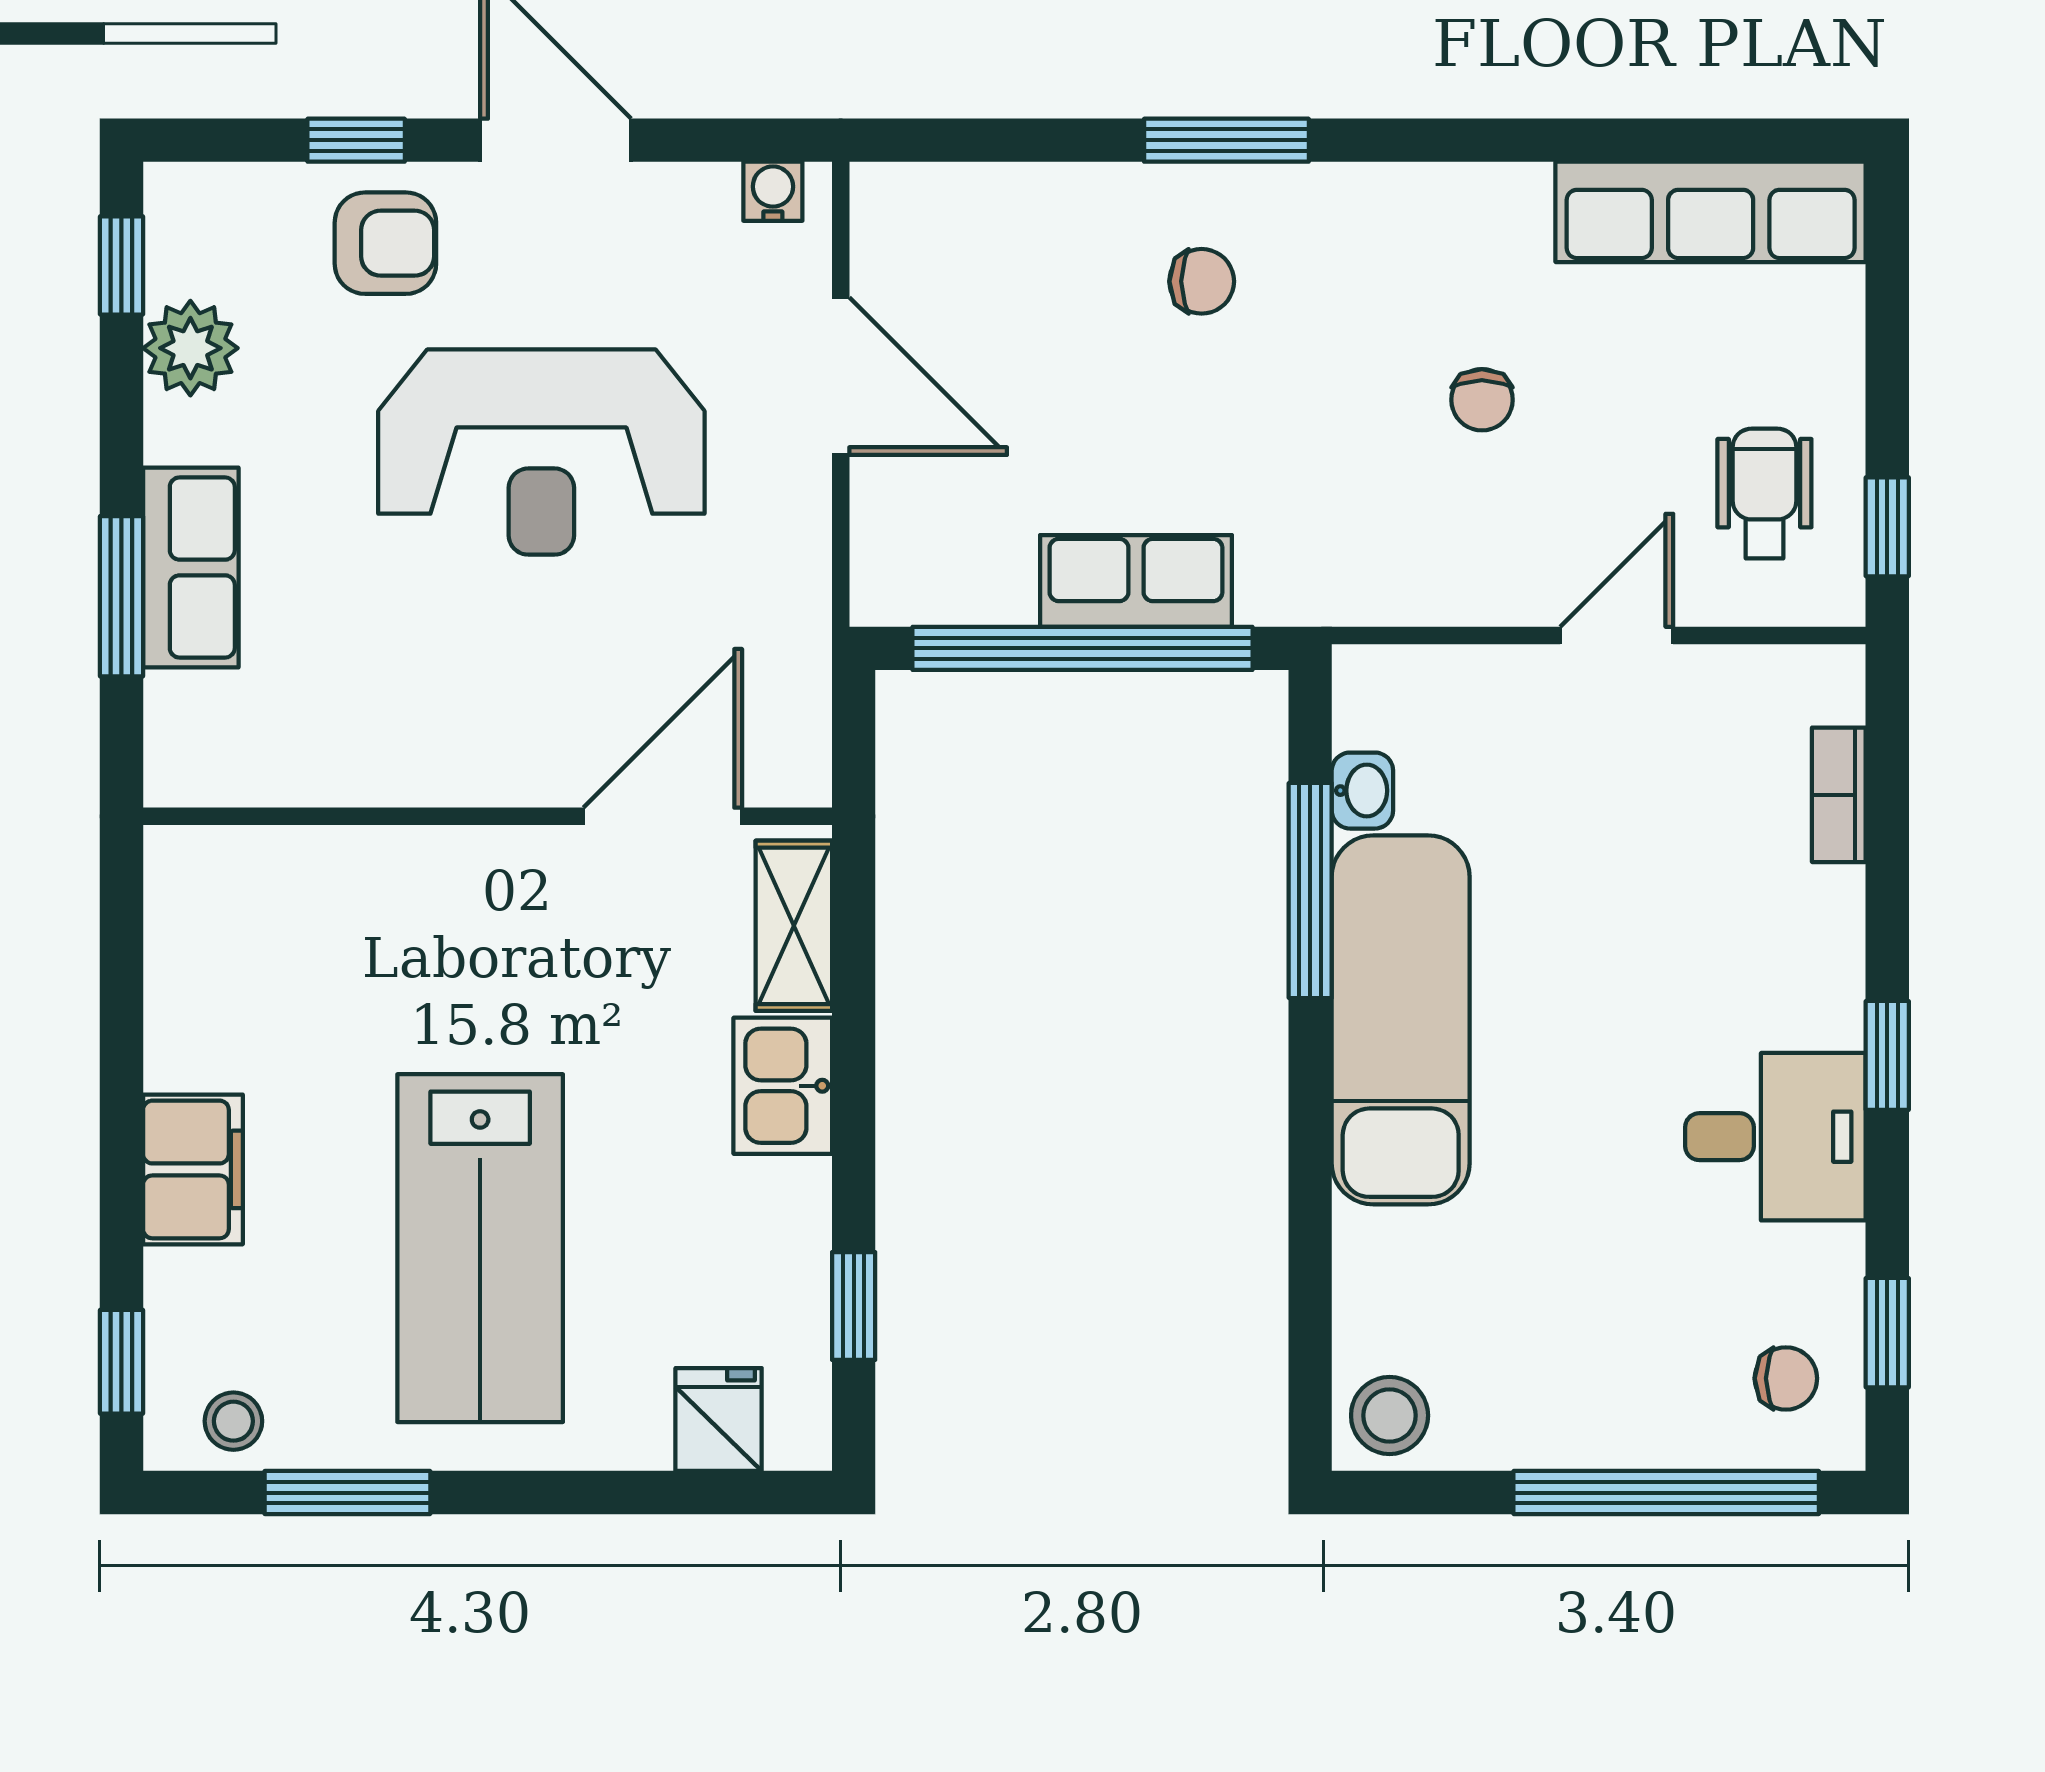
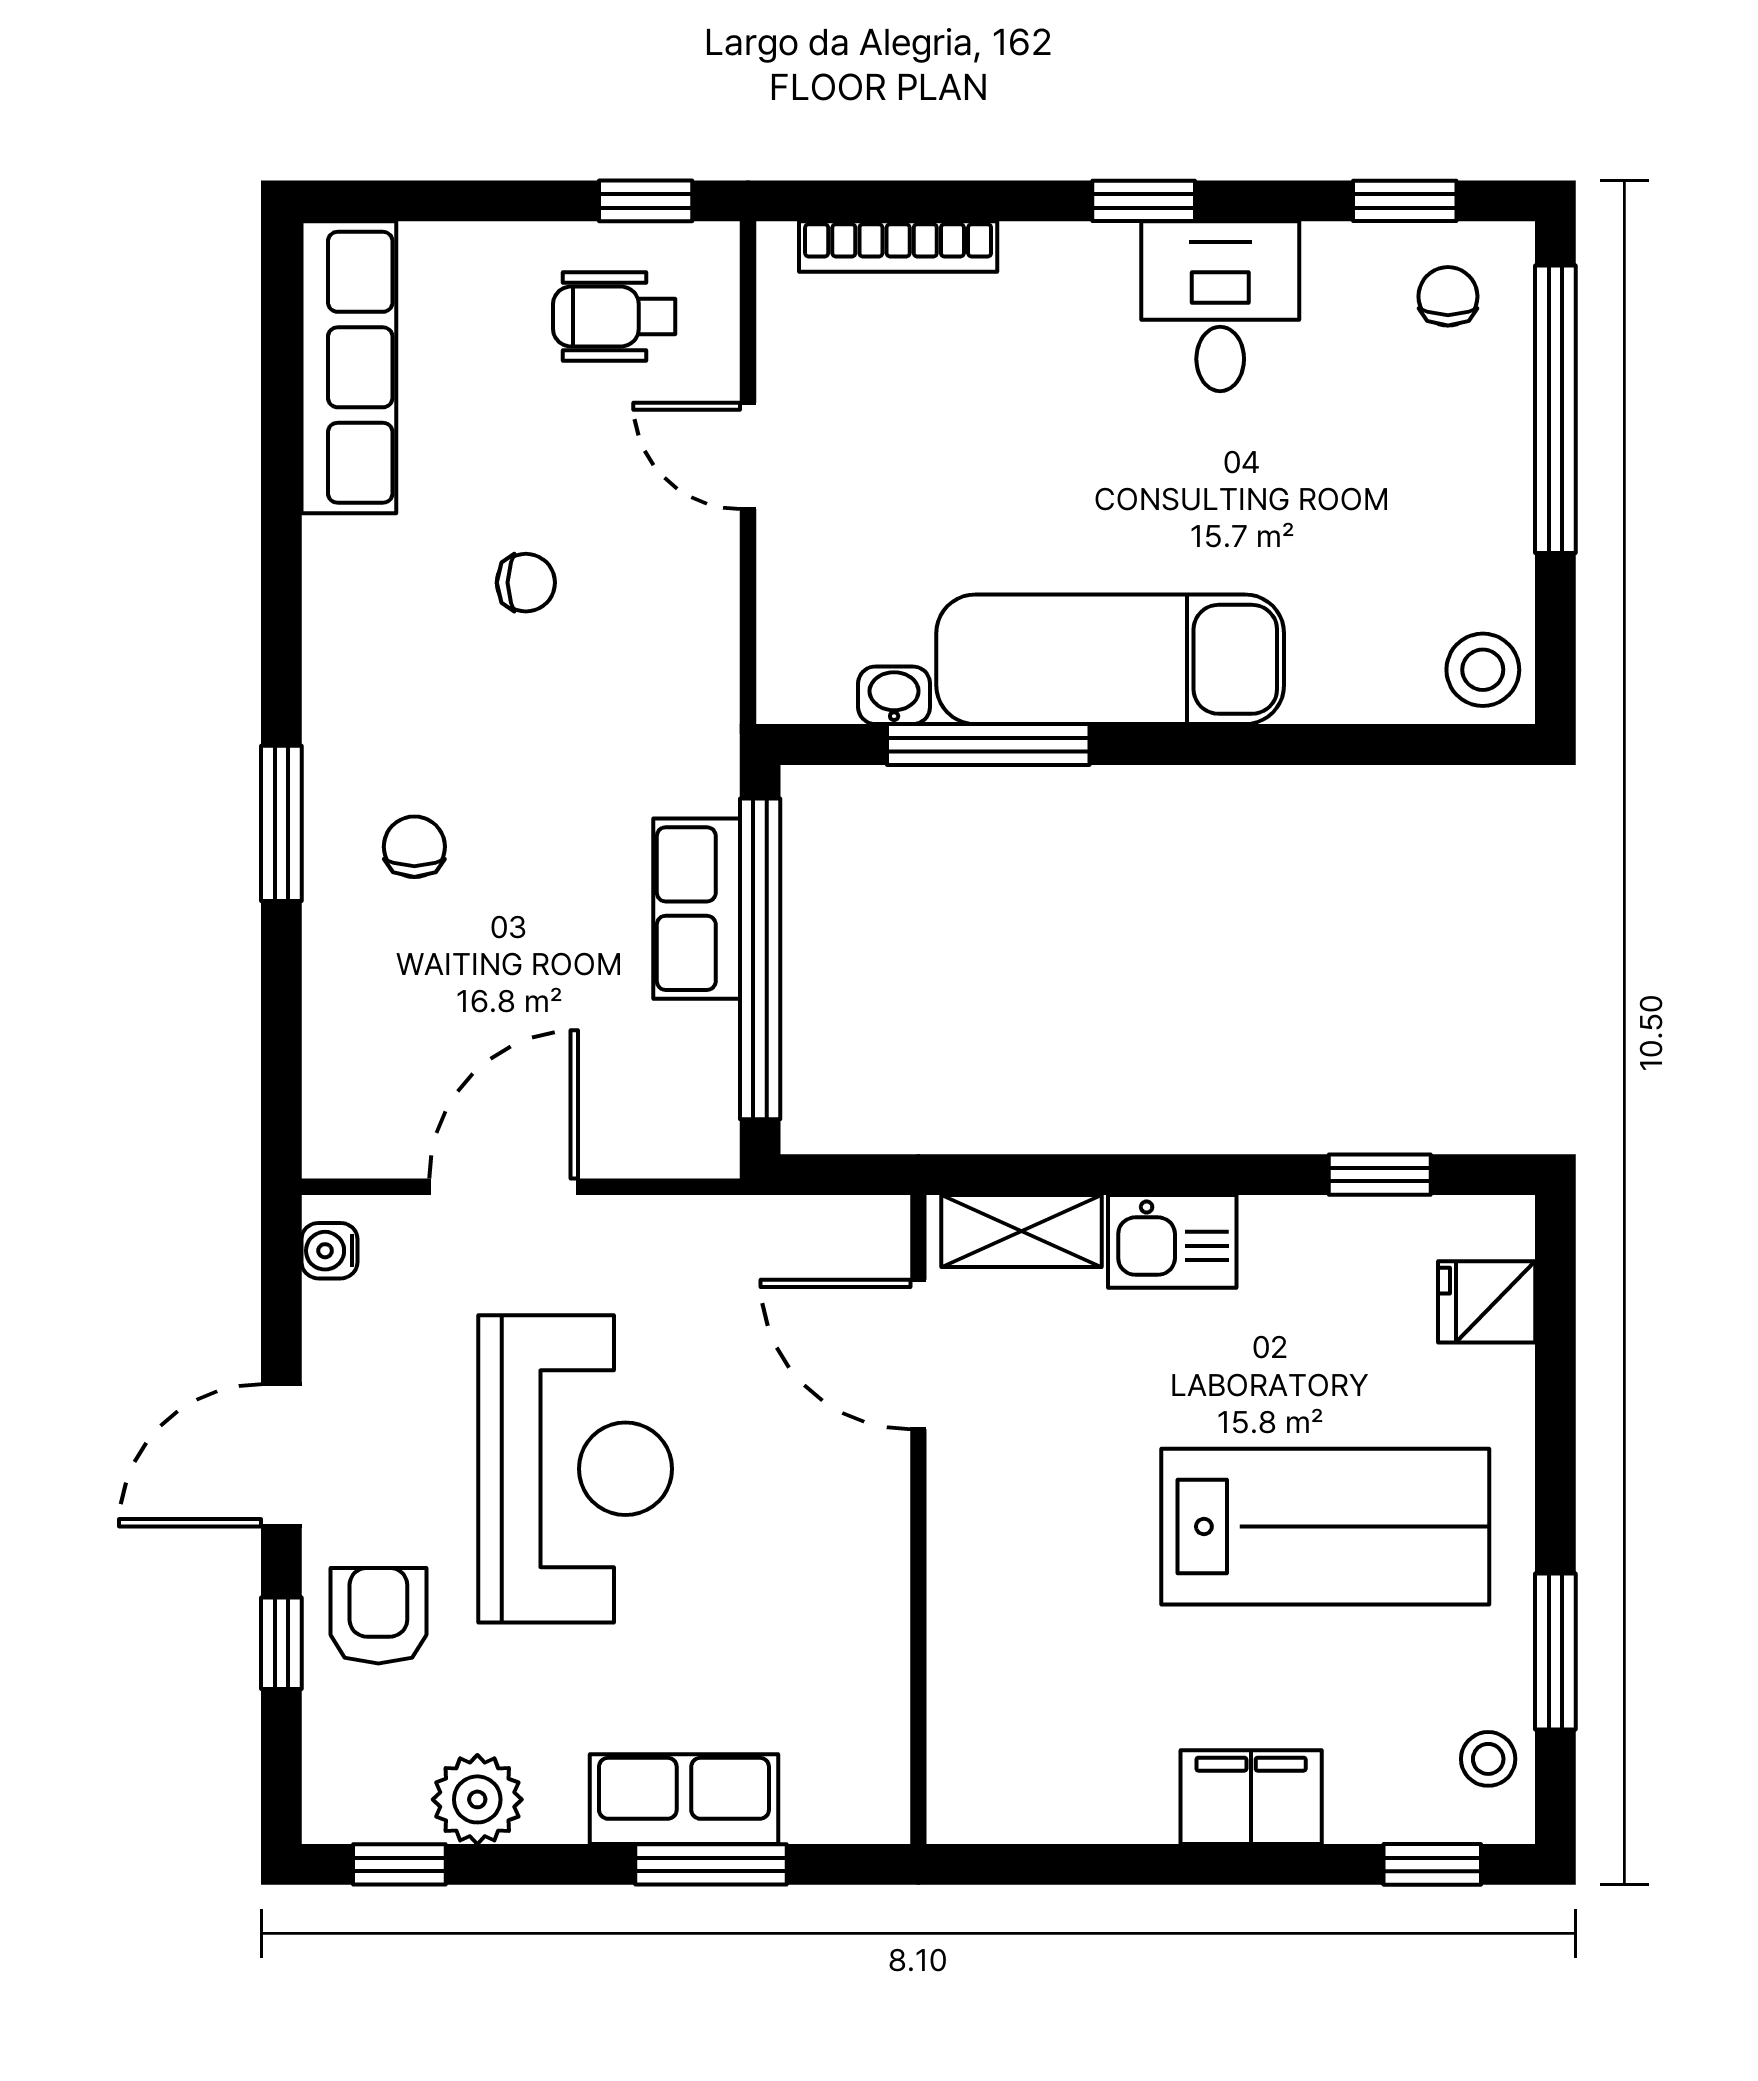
bookcase: (1839, 795) -> (898, 246), width x1.56

